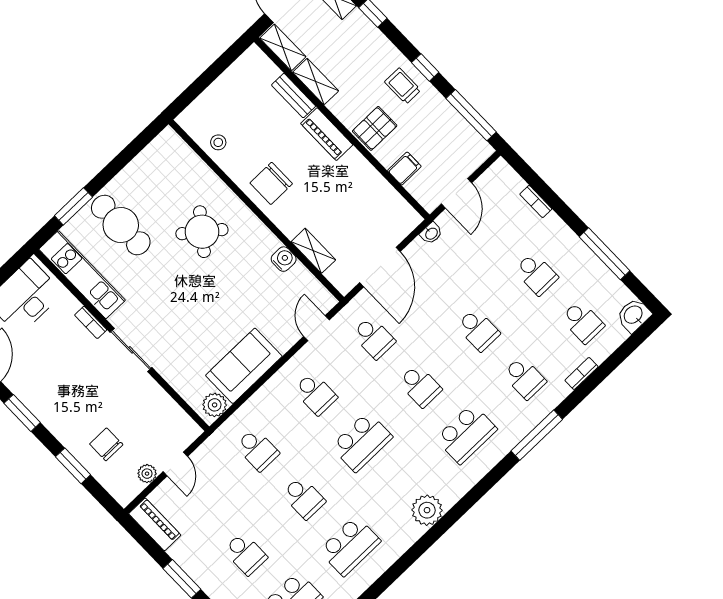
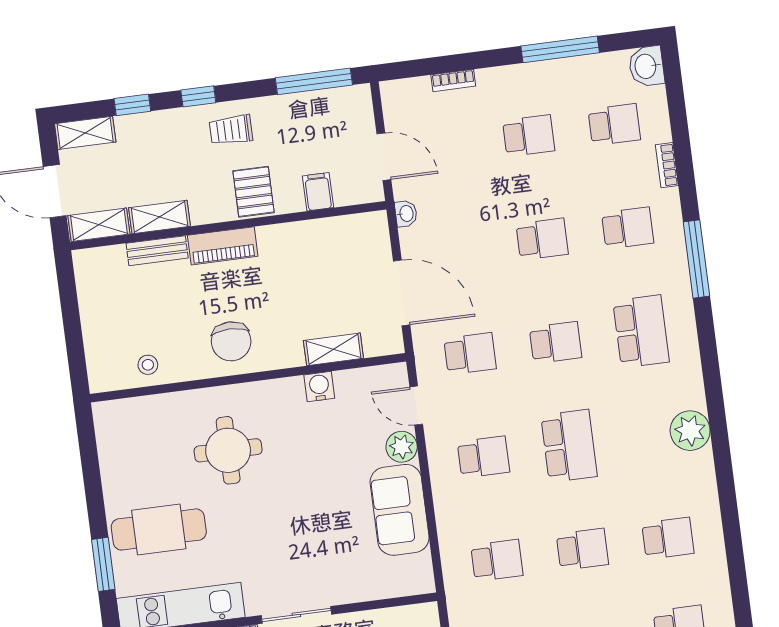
window: (425, 67) -> (198, 96), moved
round table: (202, 232) -> (228, 450), turned -38
plant: (215, 405) -> (402, 447), moved
school desk: (350, 546) -> (668, 538), width x0.54

